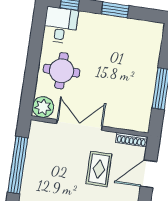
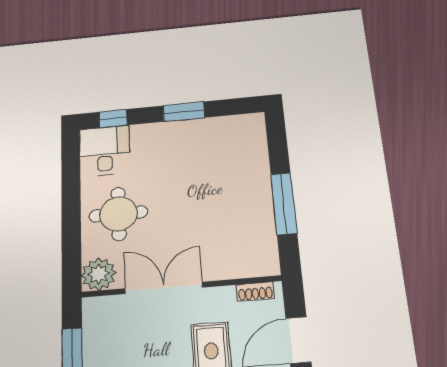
shoe rack: (132, 140) -> (255, 292), width x0.70

